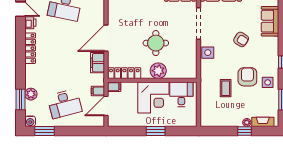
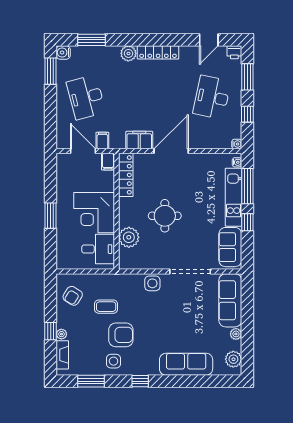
sofa: (270, 21) -> (186, 364), width x1.36
printer: (30, 23) -> (191, 53), removed
door: (106, 38) -> (171, 151), hinge flipped
armchair: (241, 39) -> (73, 296), moved
plant: (158, 71) -> (129, 237), moved
plant: (31, 94) -> (128, 53), moved

